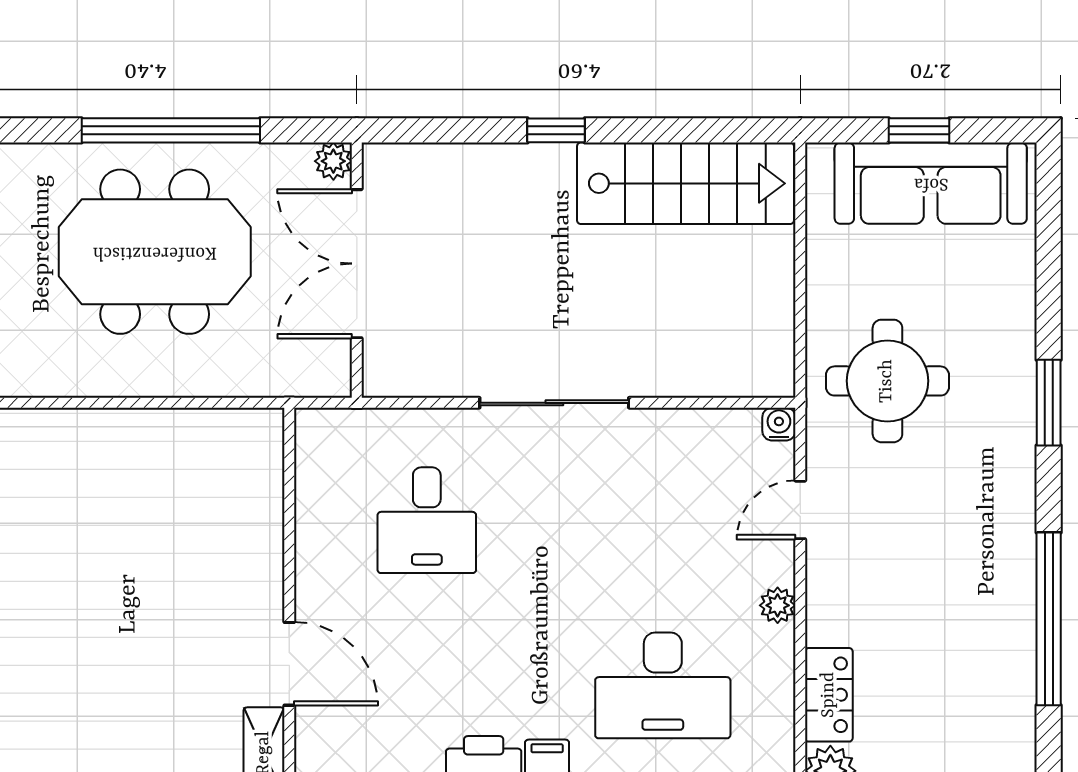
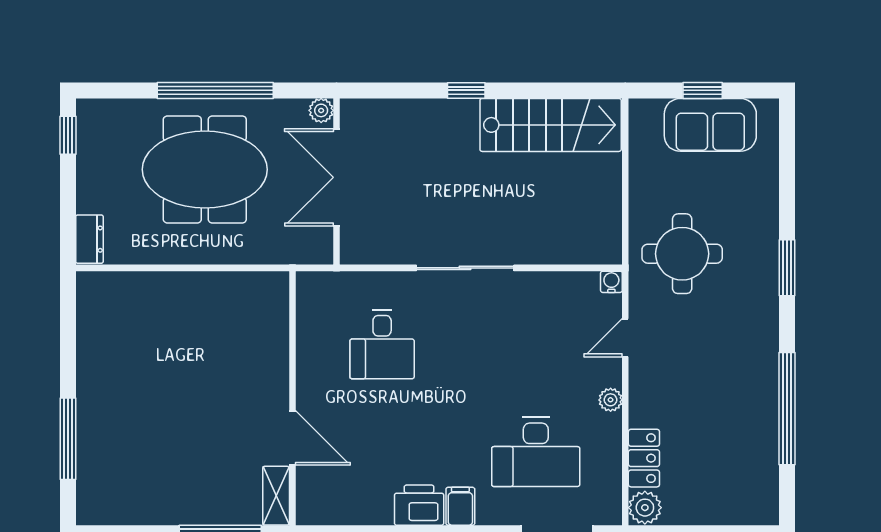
sofa: (931, 183) -> (710, 125), width x0.73

